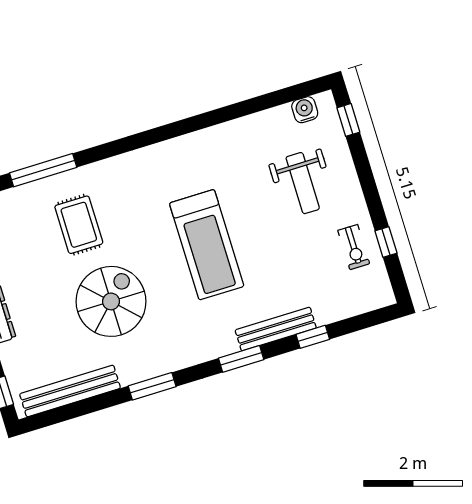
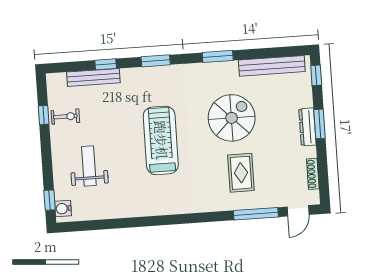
water cooler: (305, 110) -> (63, 209), moved, turned 90
exercise bike: (354, 247) -> (65, 117), turned 90
spiral stairs: (111, 301) -> (232, 118), turned 180
bench: (276, 329) -> (93, 77), moved

